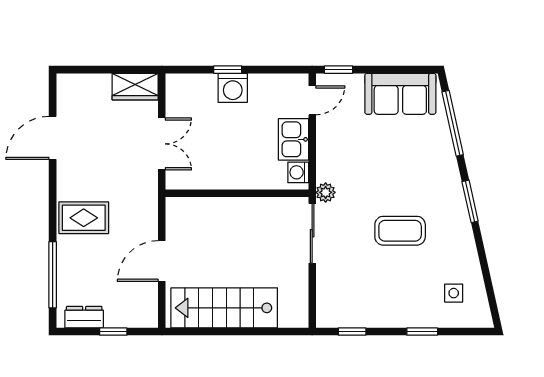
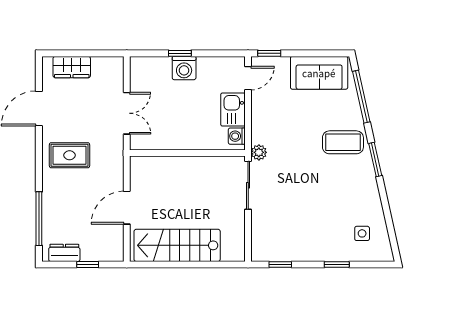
wardrobe: (135, 87) -> (72, 67), moved
rug: (84, 218) -> (70, 155), moved
coffee table: (400, 231) -> (343, 142), moved

